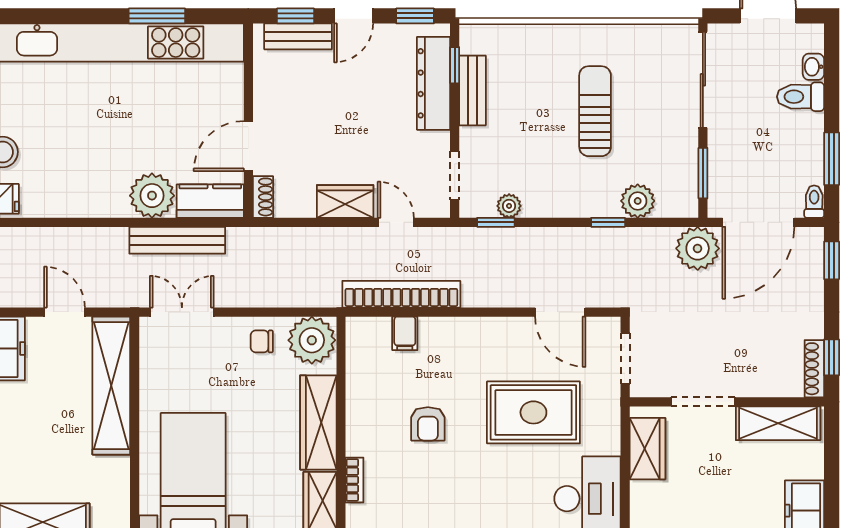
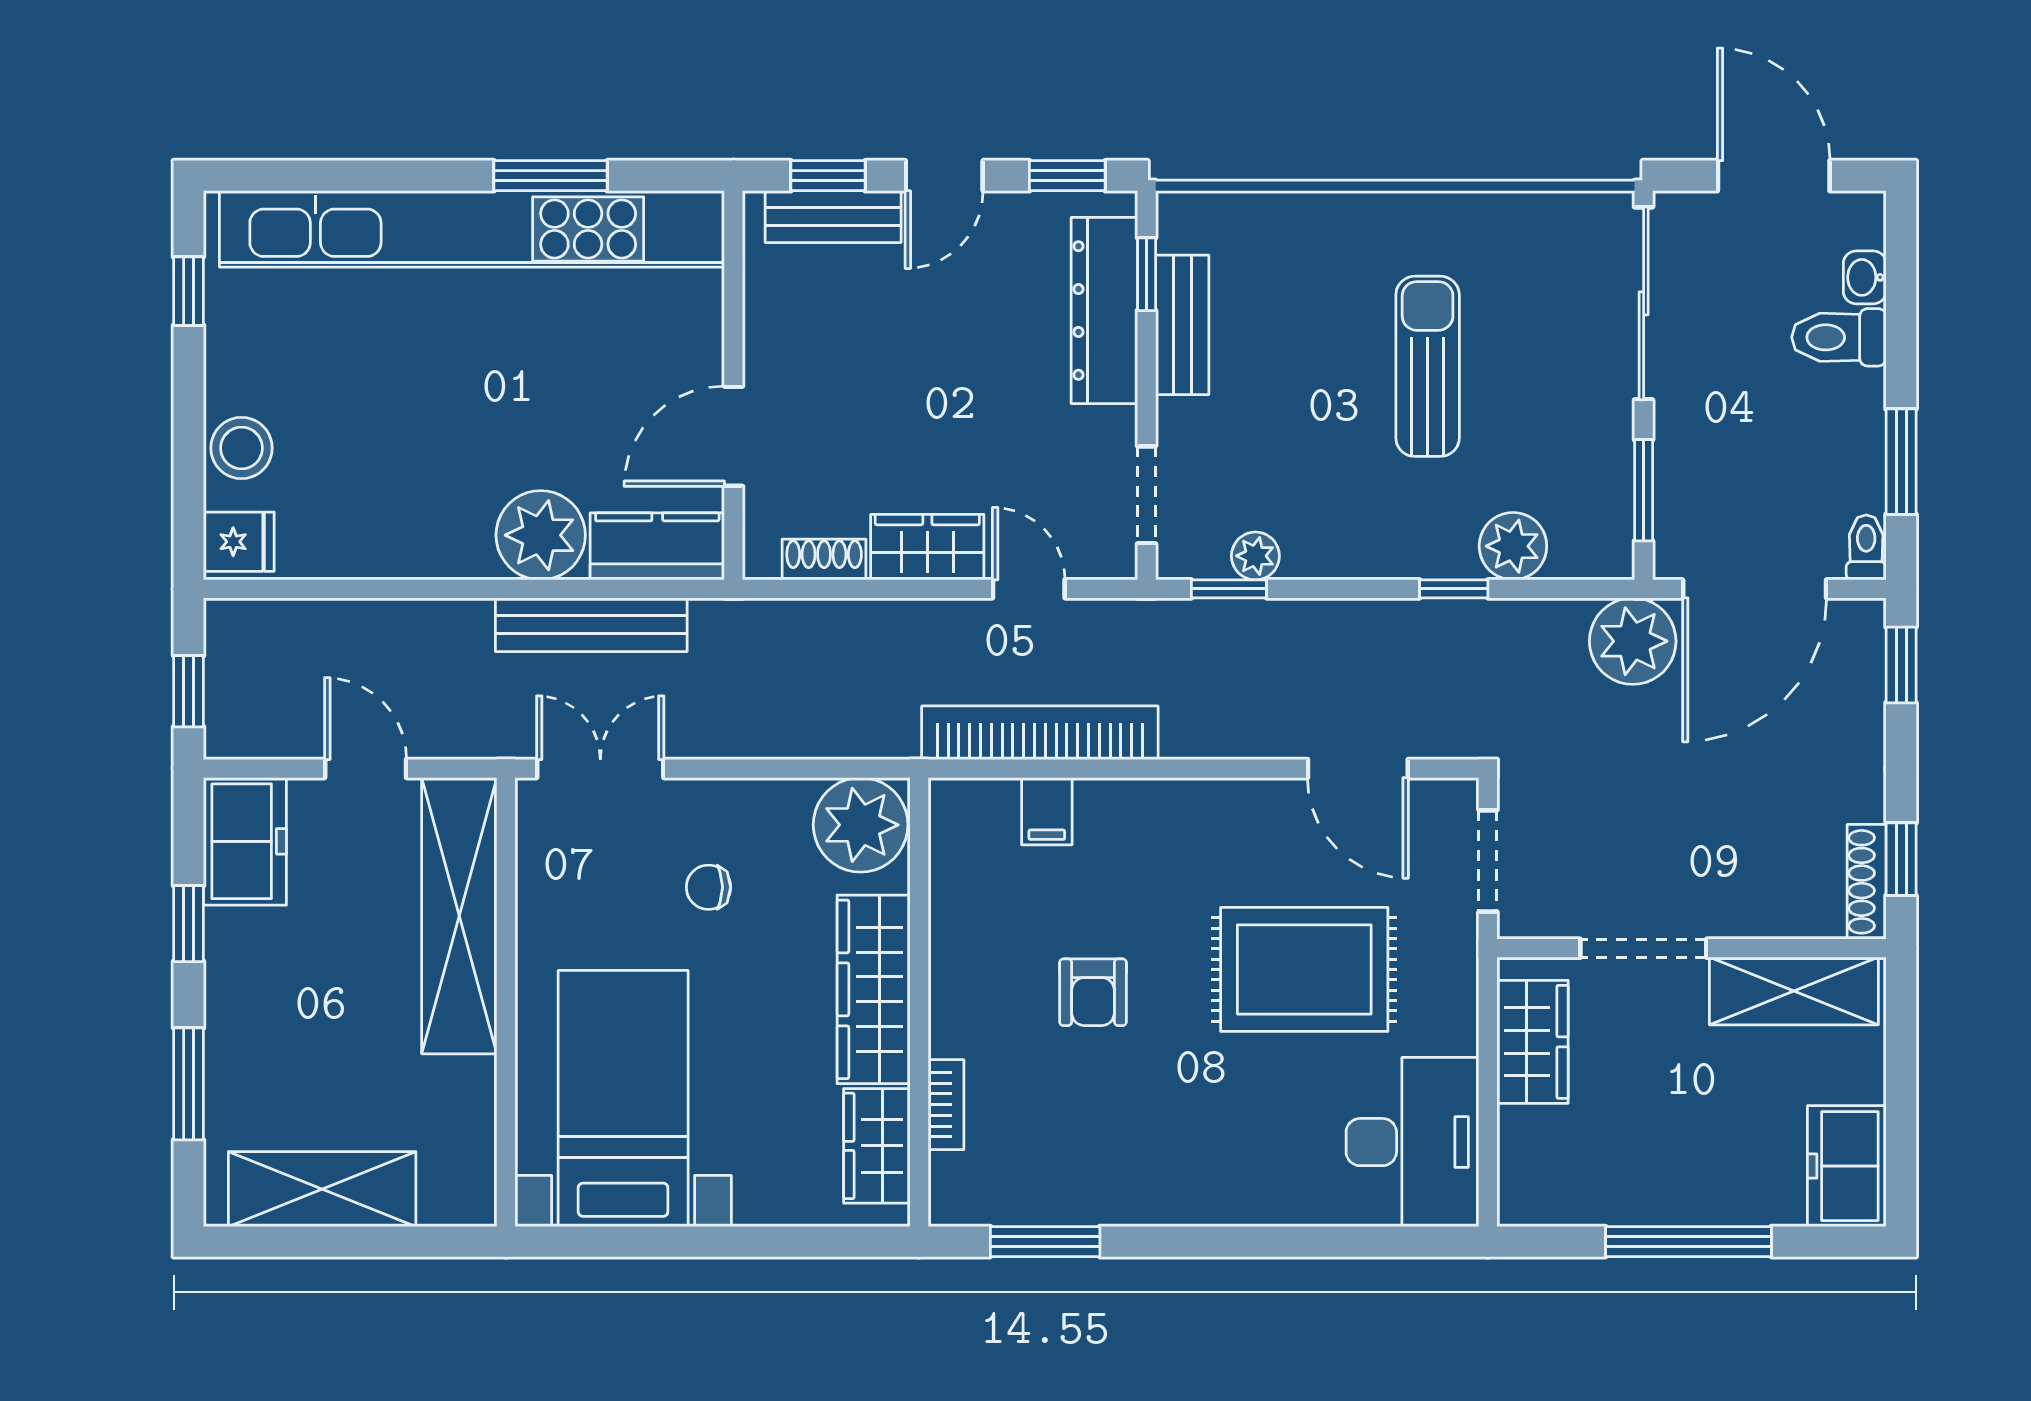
shoe rack: (263, 197) -> (824, 560), moved, turned -90
chair: (262, 341) -> (708, 887), moved

